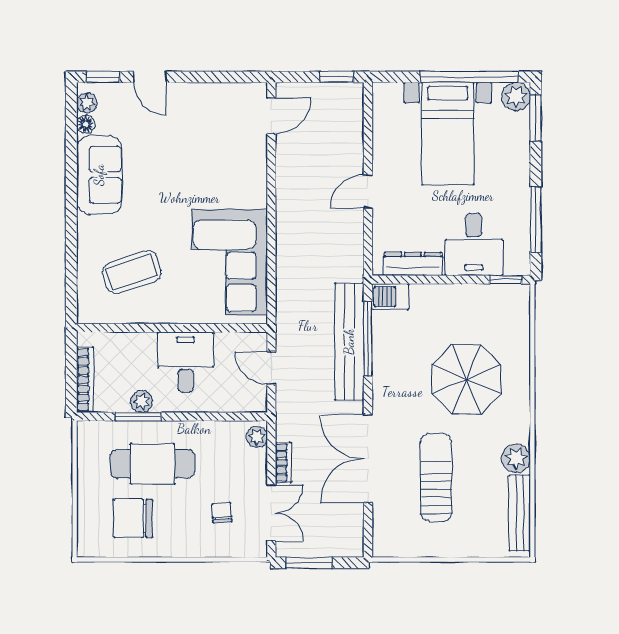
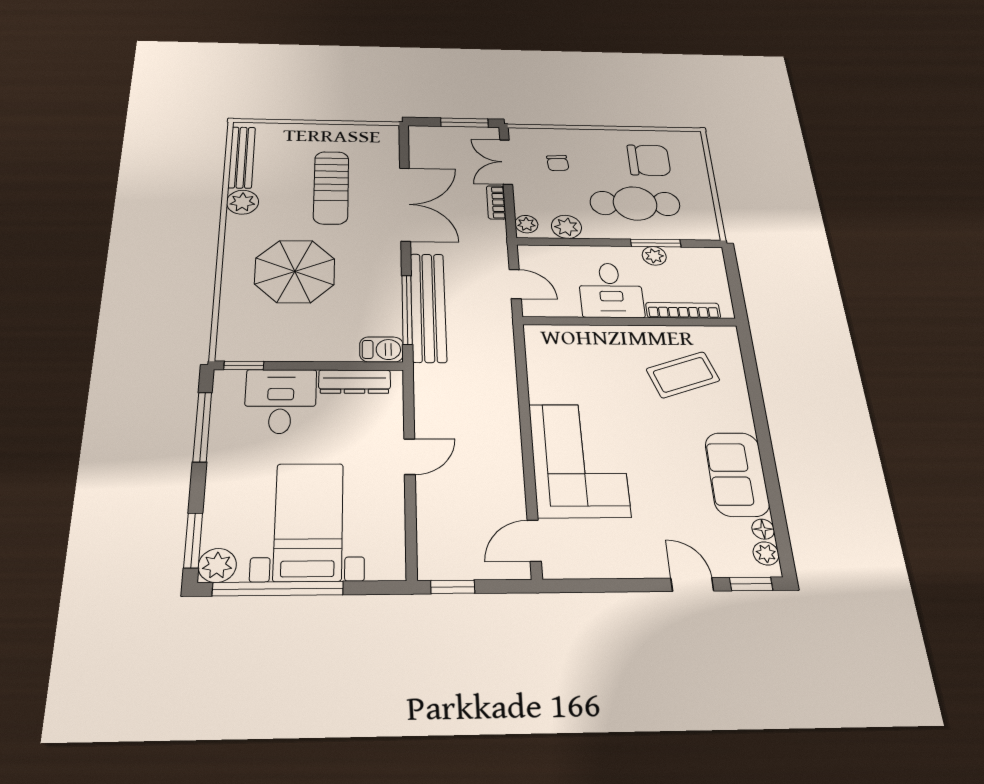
corner sofa: (229, 262) -> (579, 460), moved
bookcase: (85, 380) -> (683, 310), moved, turned 90
plant: (220, 434) -> (566, 227), added

